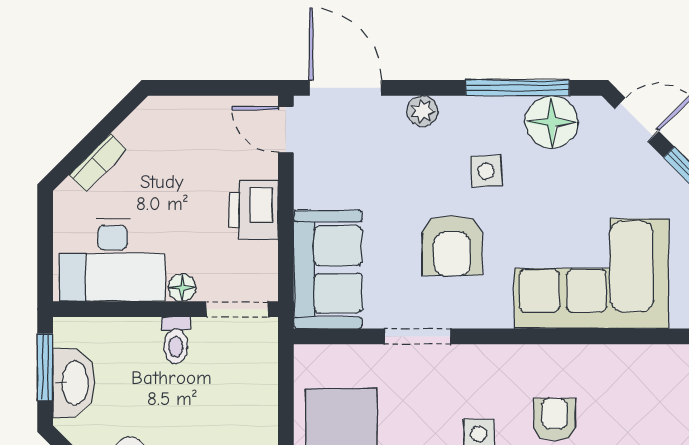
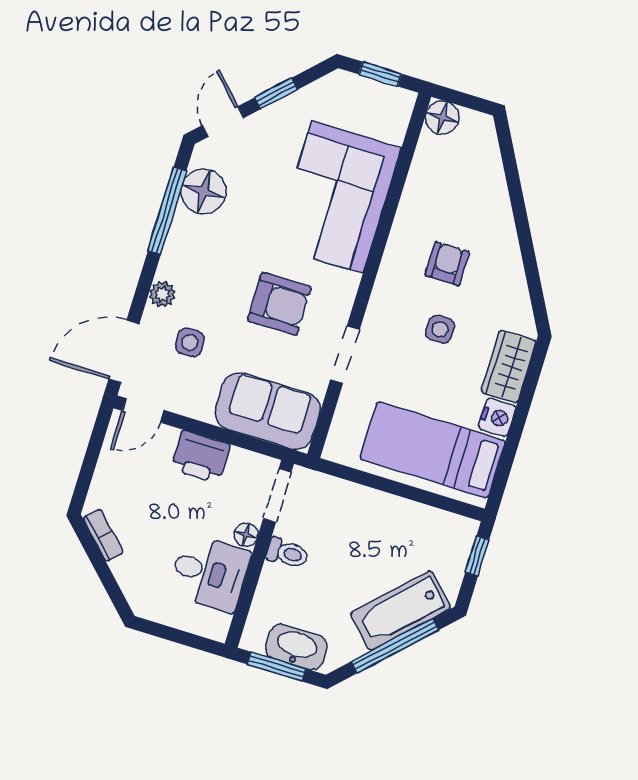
bookcase: (98, 162) -> (103, 535), moved
side table: (486, 171) -> (190, 342), moved
desk: (112, 260) -> (210, 573), width x0.73
armchair: (555, 419) -> (447, 264), turned 90

